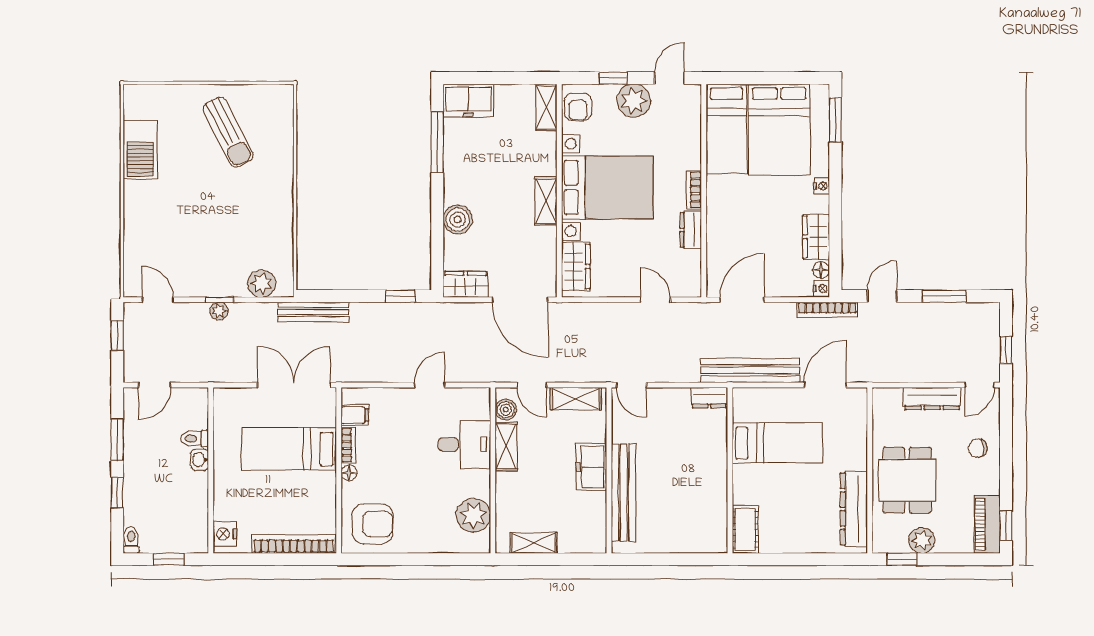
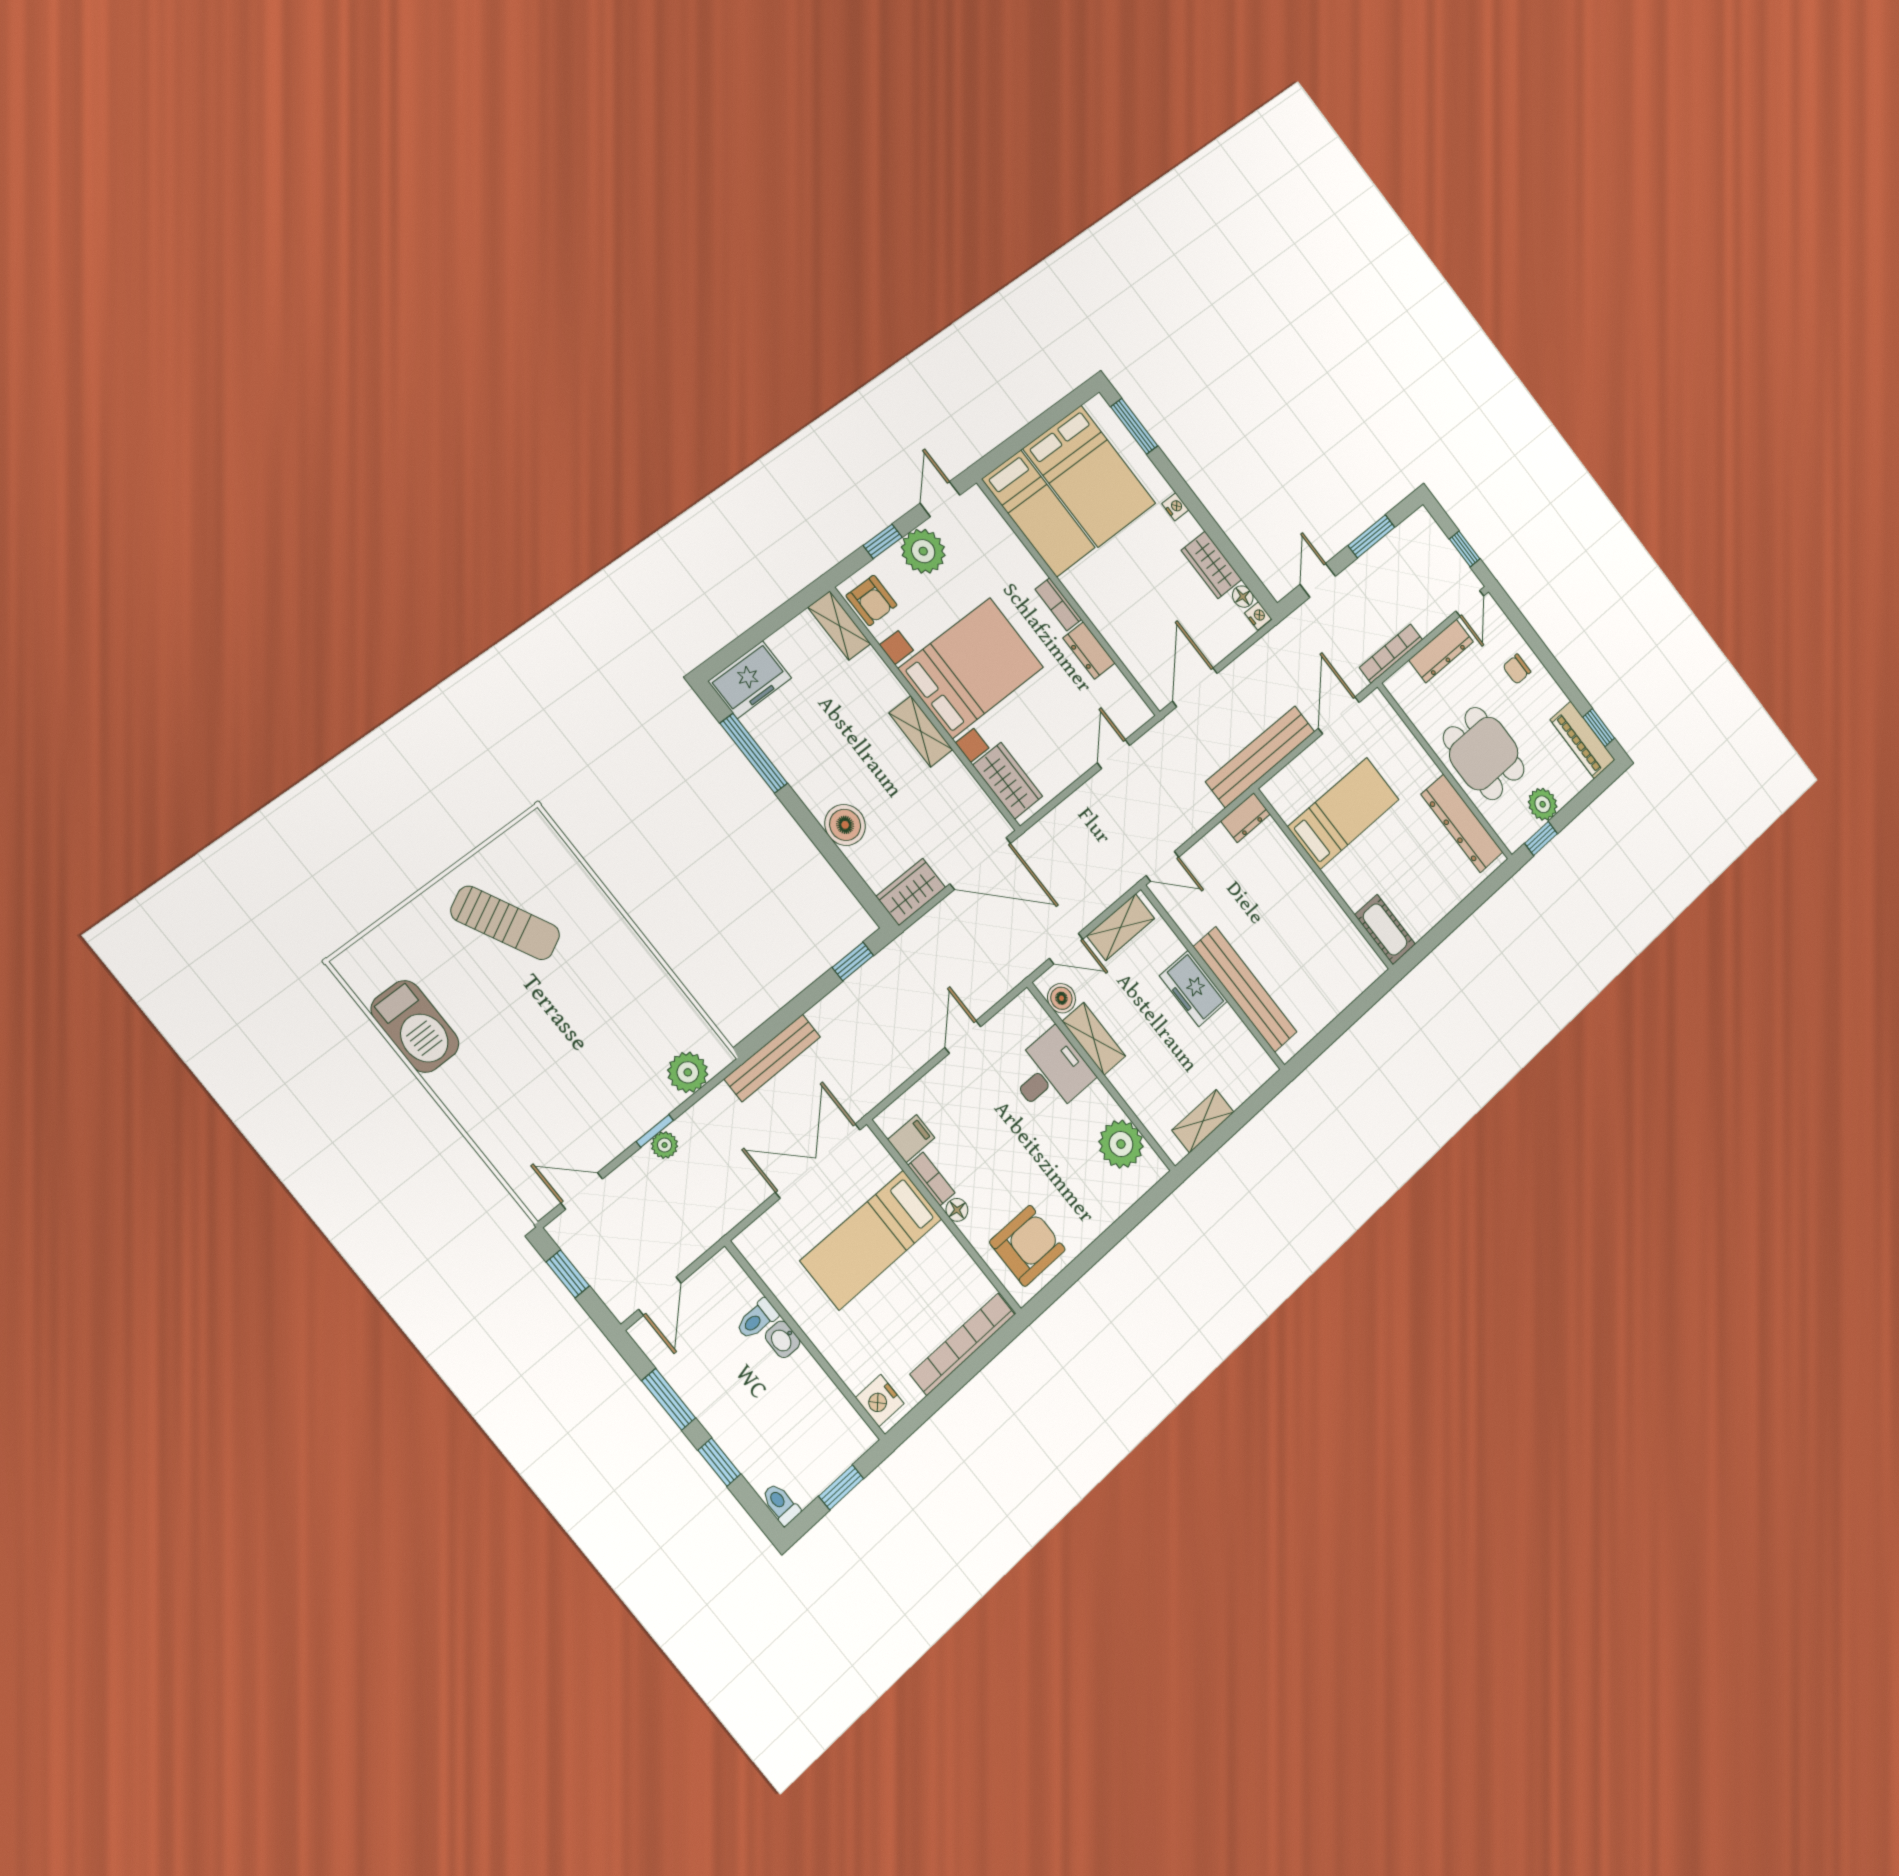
door: (655, 300) -> (1113, 754), hinge flipped
bookcase: (827, 310) -> (1391, 654), moved, turned 180

